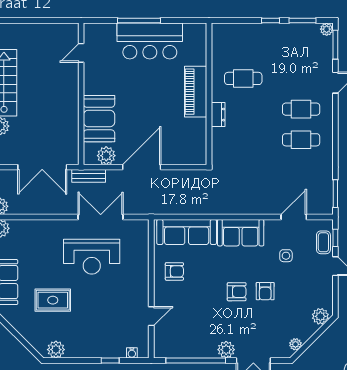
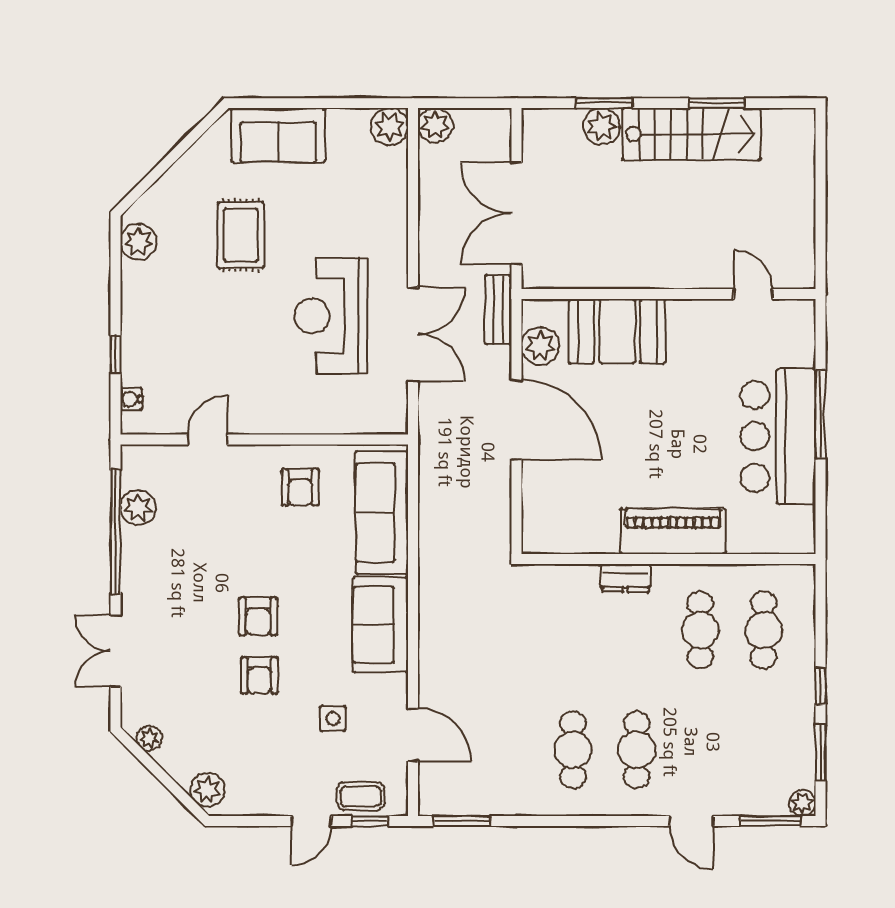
cafe table: (243, 48) -> (764, 630), added
armchair: (265, 291) -> (259, 675), turned -90
door: (151, 316) -> (208, 439), swing flipped
plant: (226, 350) -> (138, 508), moved

